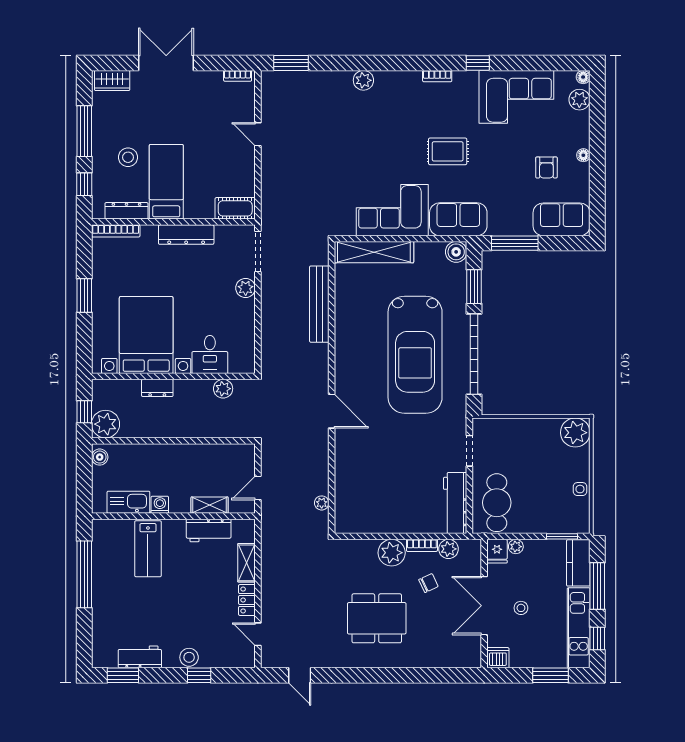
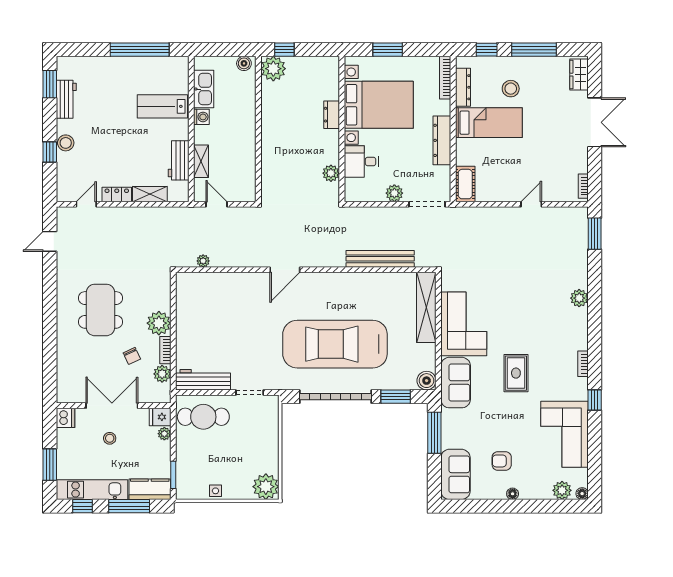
bed with nightstands: (146, 335) -> (379, 105), moved
desk: (210, 355) -> (361, 161), moved
wall: (173, 376) -> (342, 129), moved
dresser: (157, 388) -> (332, 115), moved
plant: (223, 389) -> (331, 173), moved

